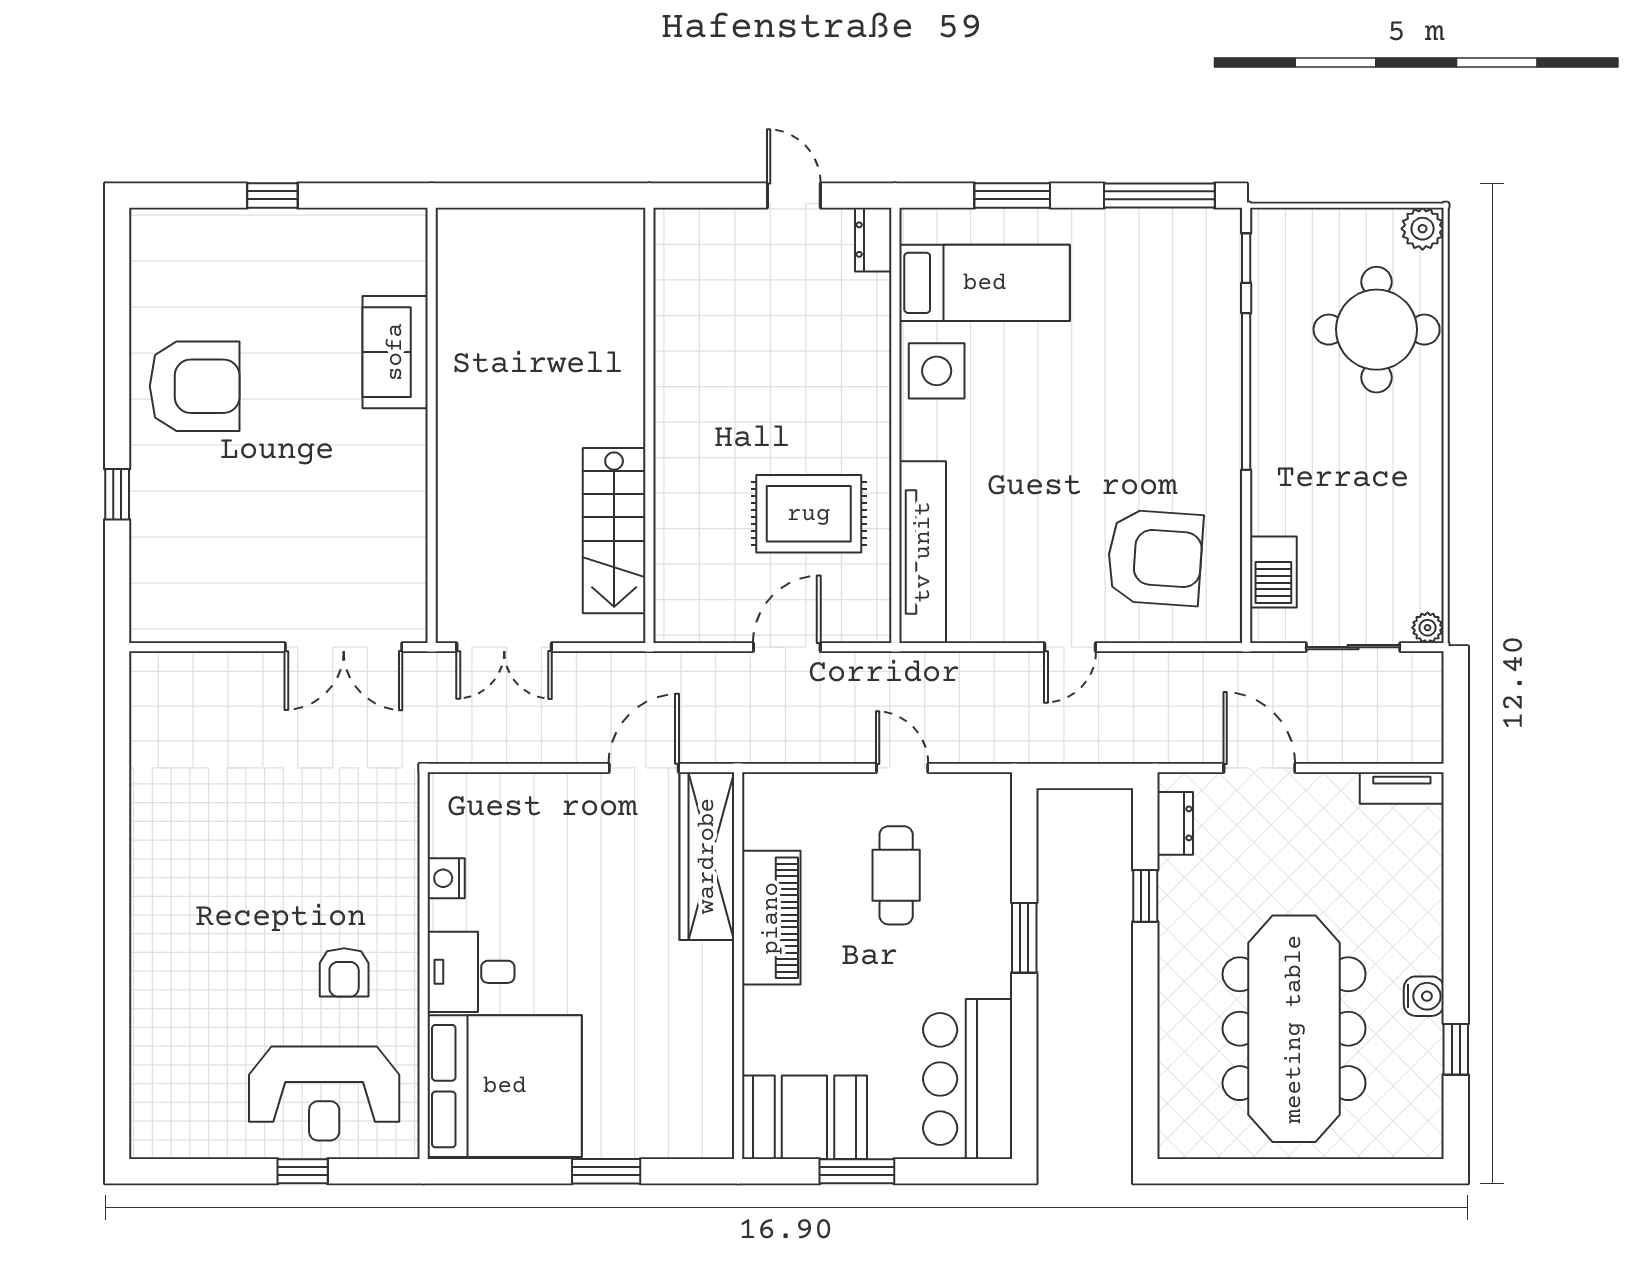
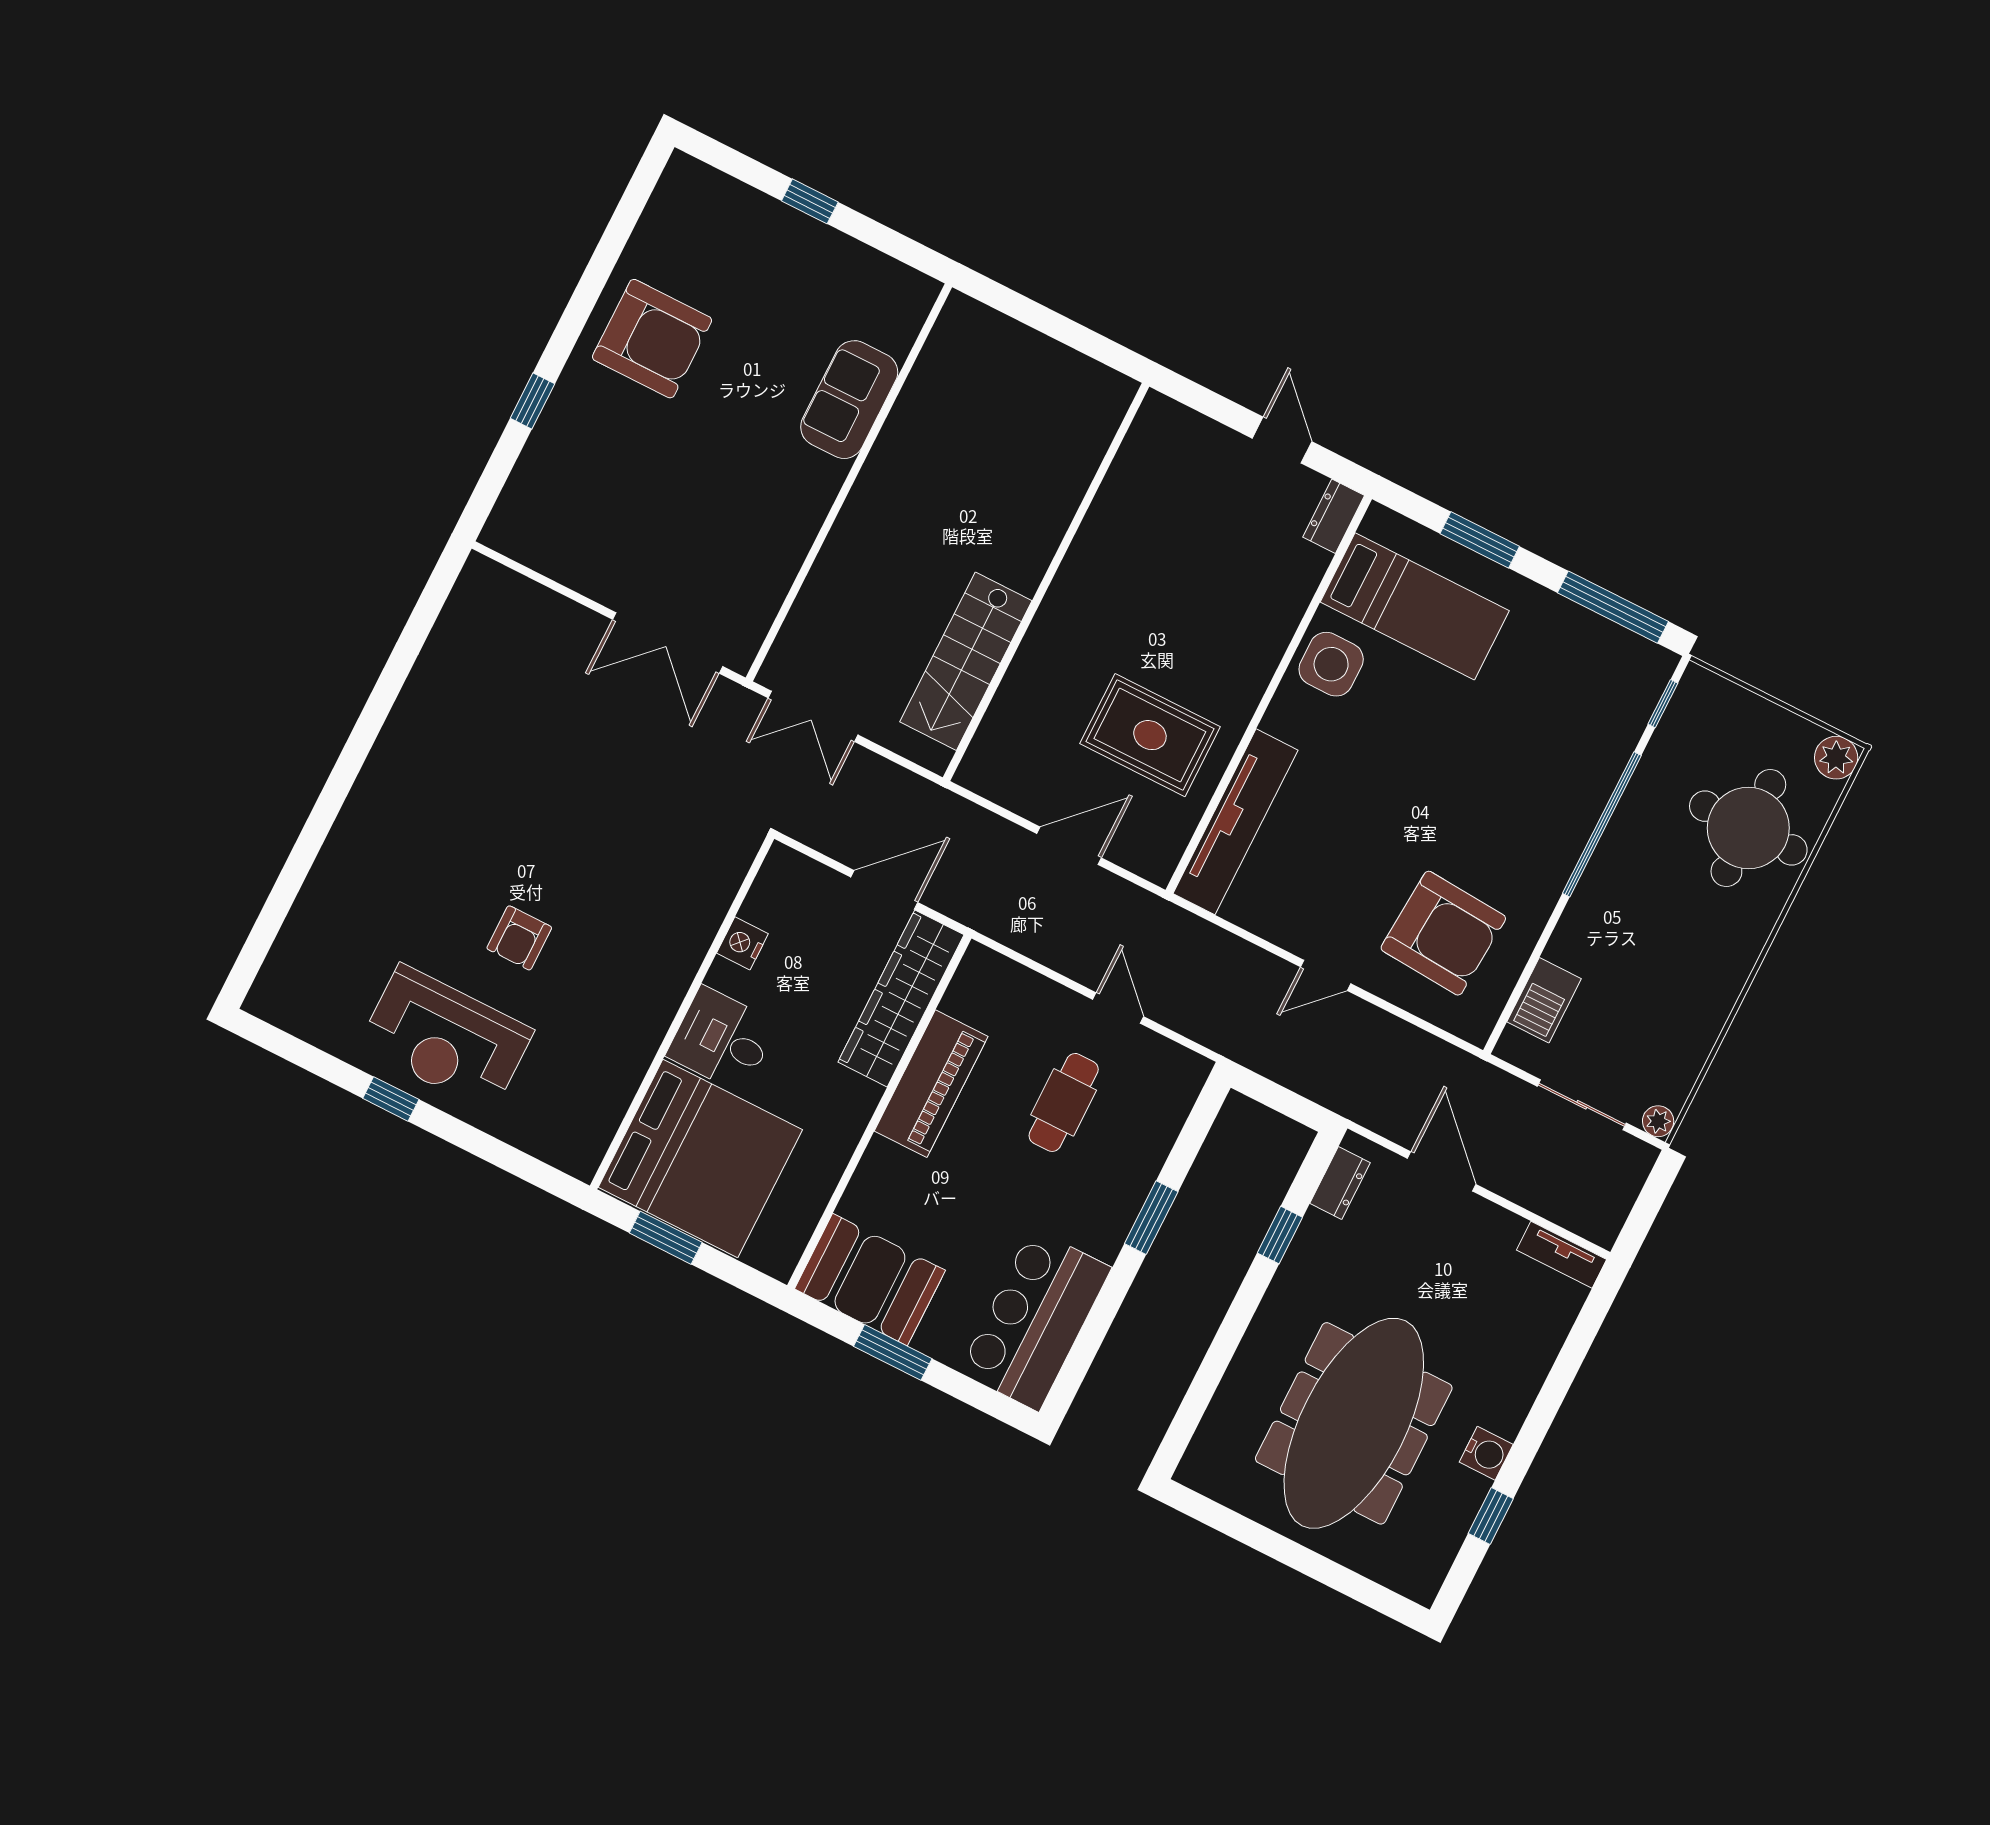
nightstand: (446, 878) -> (742, 943), moved
wall: (424, 966) -> (682, 1012), moved
desk: (471, 972) -> (722, 1040), moved
bed: (505, 1086) -> (700, 1159), moved

